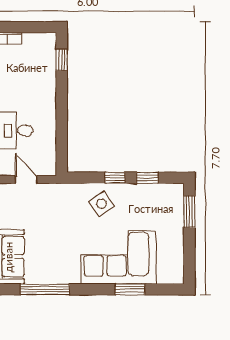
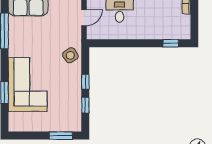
side table: (101, 204) -> (70, 55), moved

